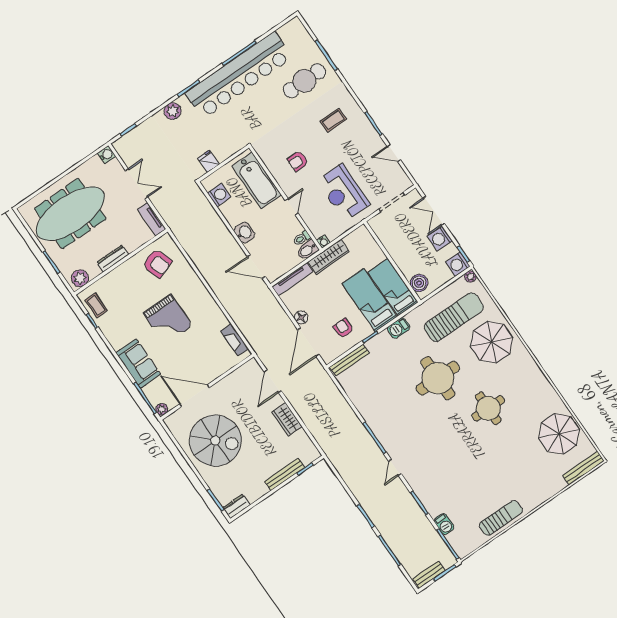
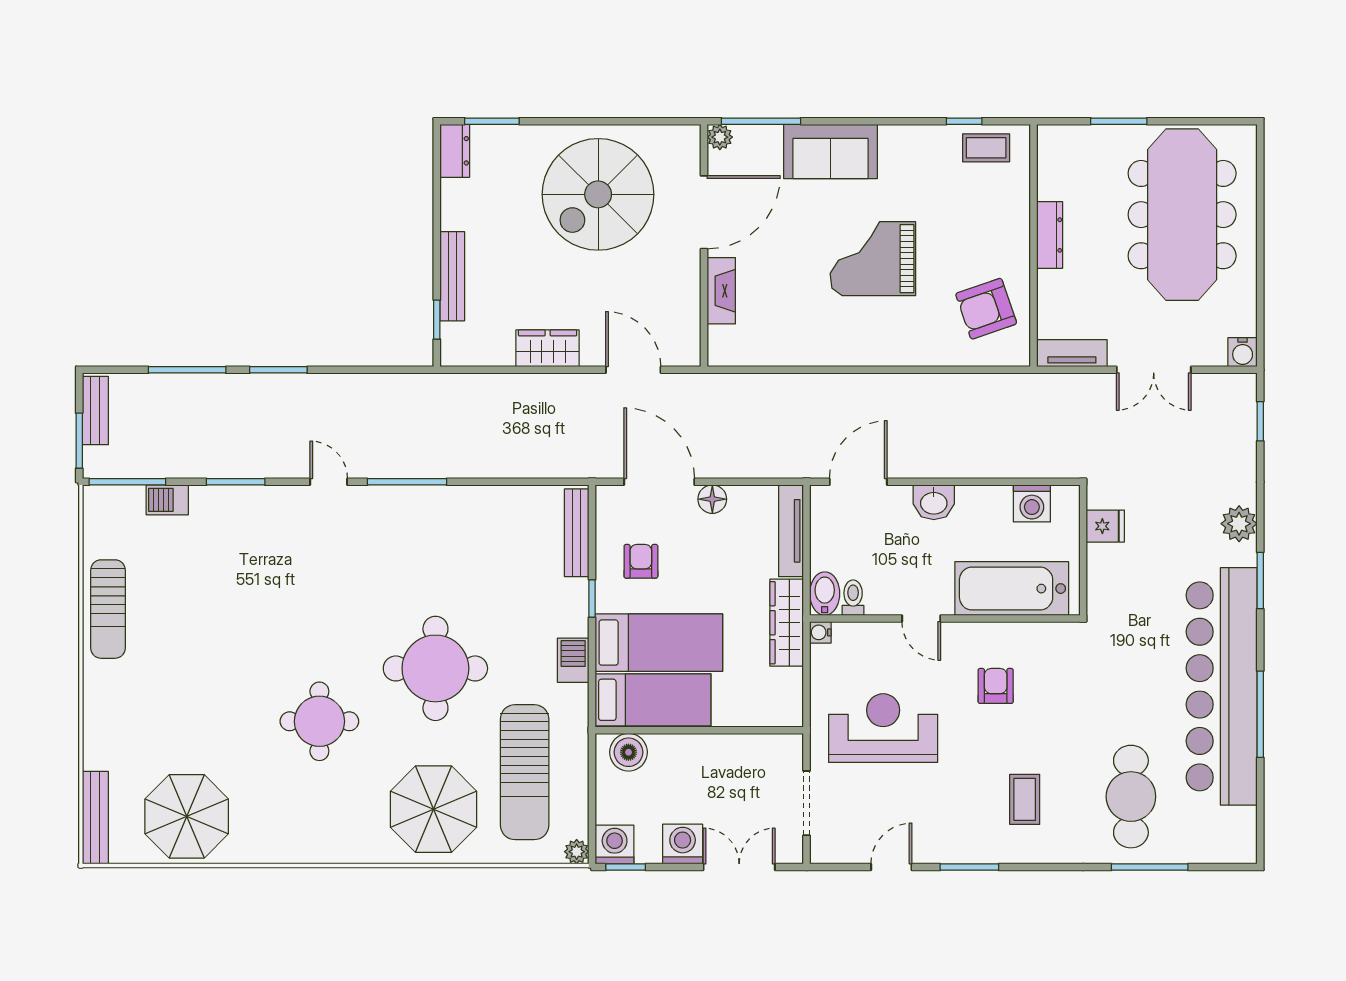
plant: (80, 278) -> (1055, 153), removed
armchair: (343, 328) -> (641, 561), turned -90
fireplace: (235, 340) -> (721, 291), moved, turned 90

